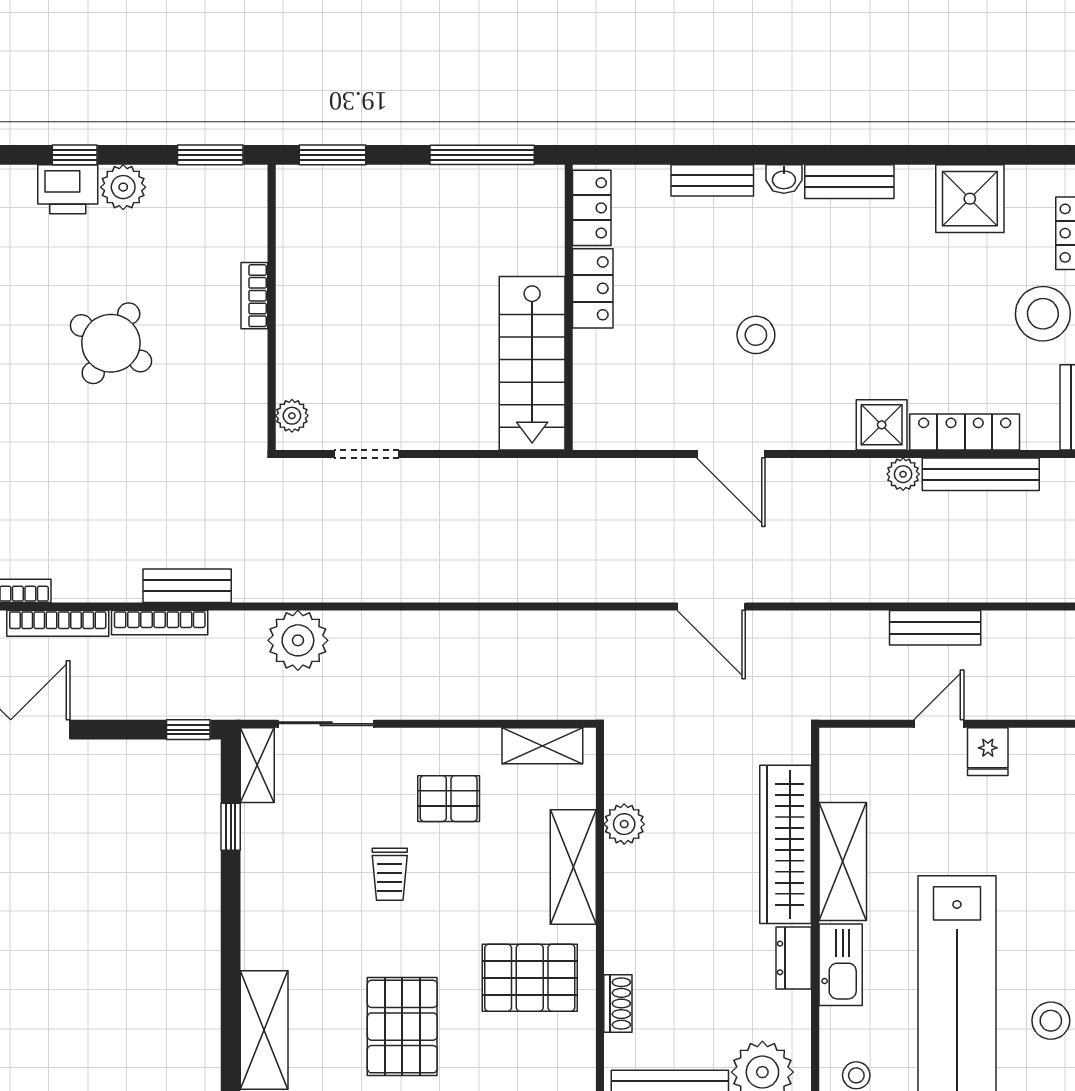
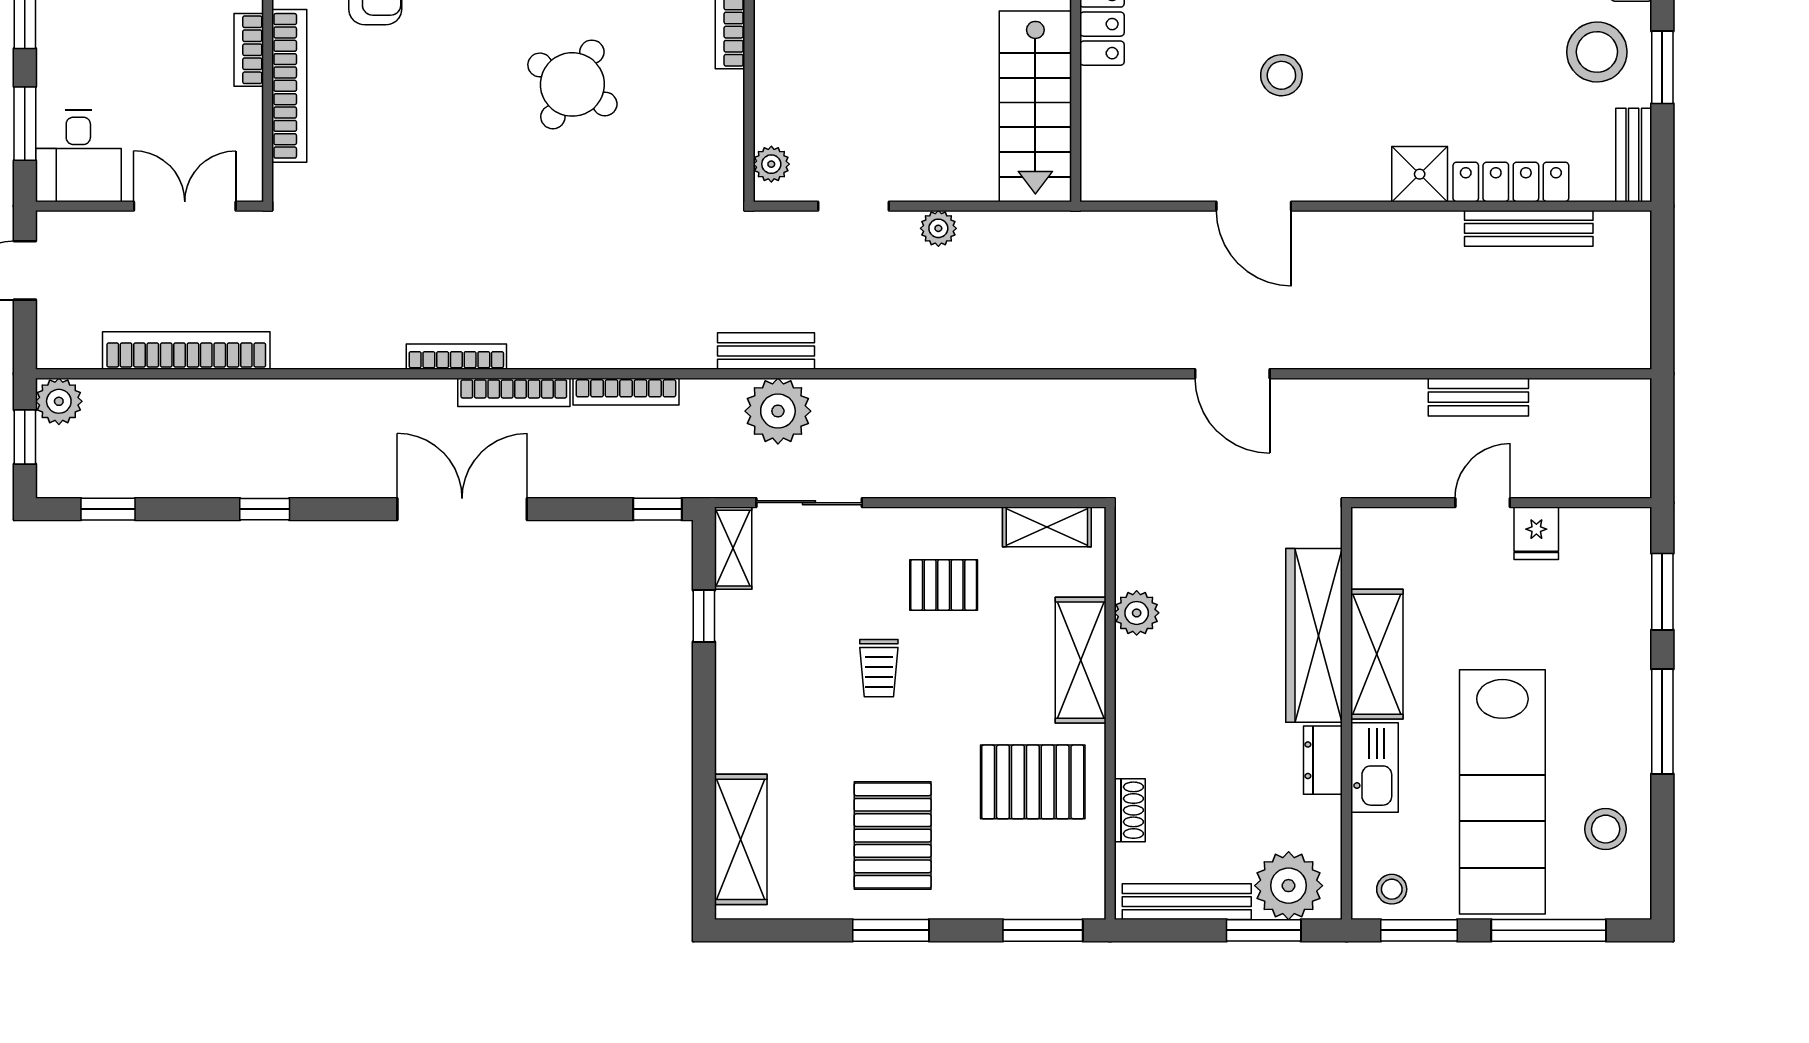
plant: (903, 474) -> (938, 228), moved
bench: (187, 586) -> (766, 351), moved

